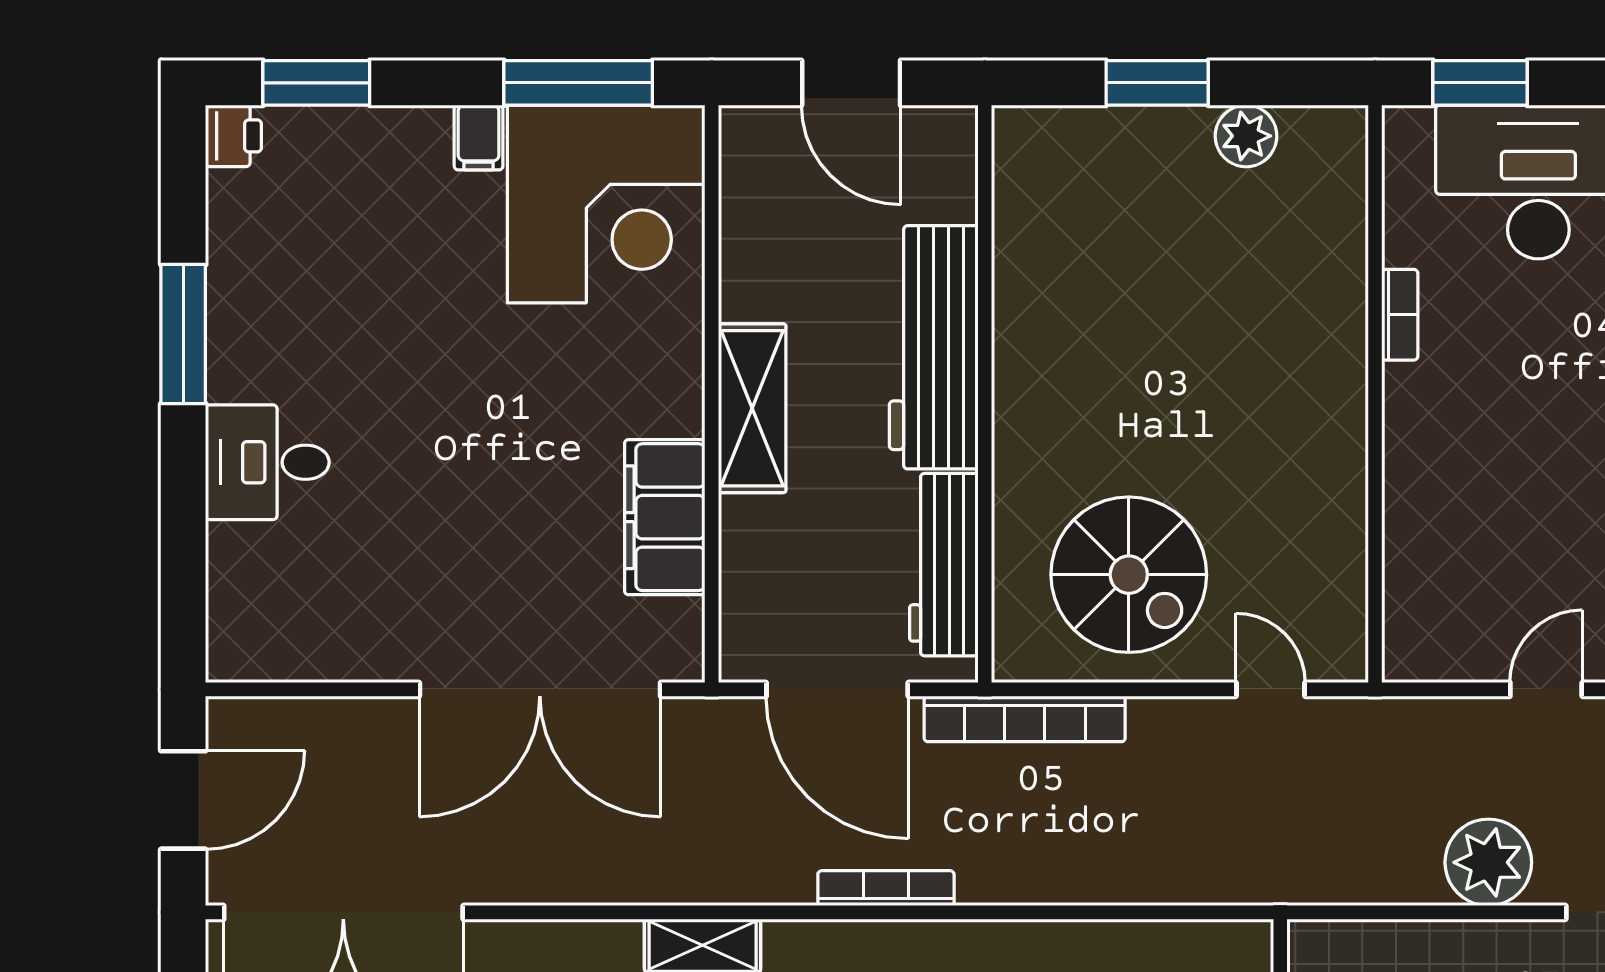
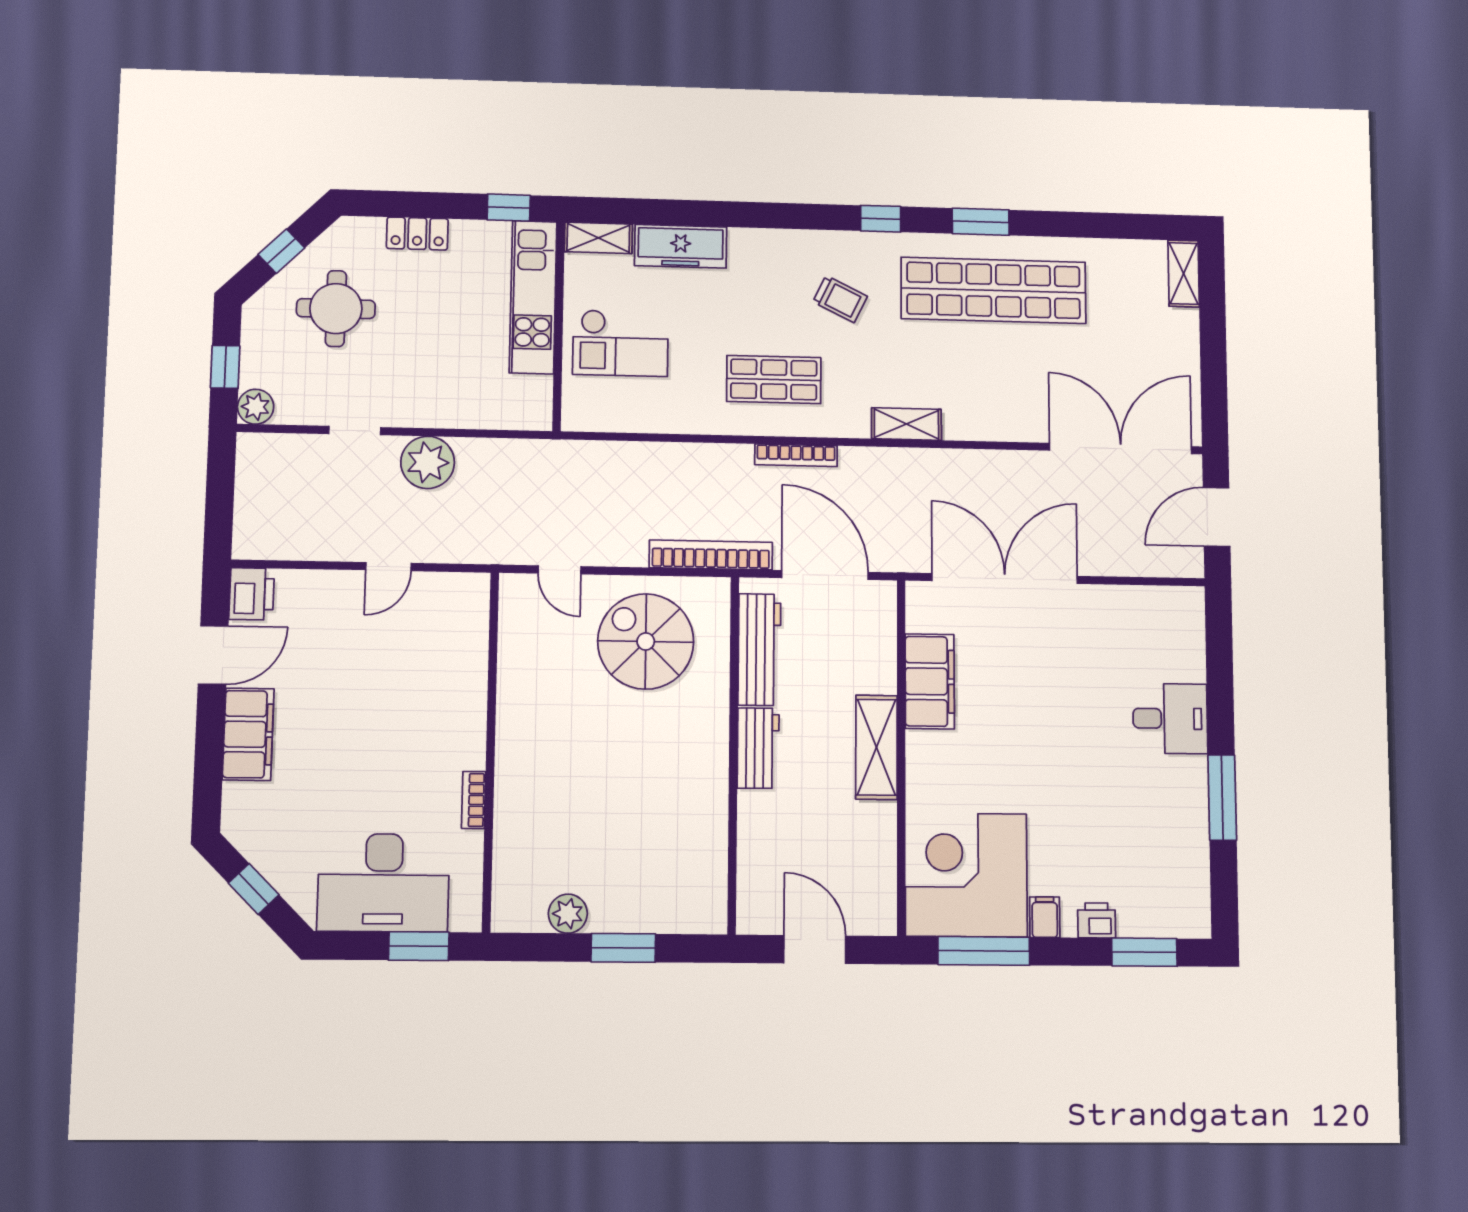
printer: (233, 136) -> (1097, 920), moved, turned 90
workbench: (934, 347) -> (758, 748), width x0.53, depth x0.76

